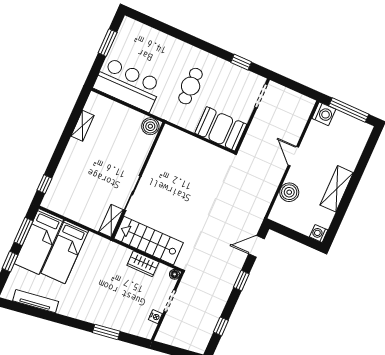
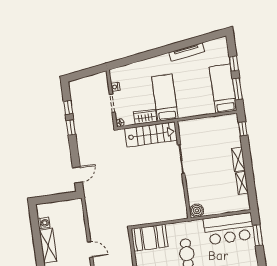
window: (108, 43) -> (258, 235), moved
boiler: (289, 192) -> (78, 224), removed
shelving: (111, 221) -> (238, 159), moved
washing machine: (319, 233) -> (44, 223), moved
bed: (65, 252) -> (165, 98), moved
window: (241, 281) -> (71, 128), moved
tv unit: (36, 301) -> (187, 52), moved
window: (106, 332) -> (141, 57), removed

